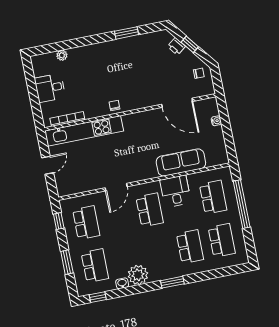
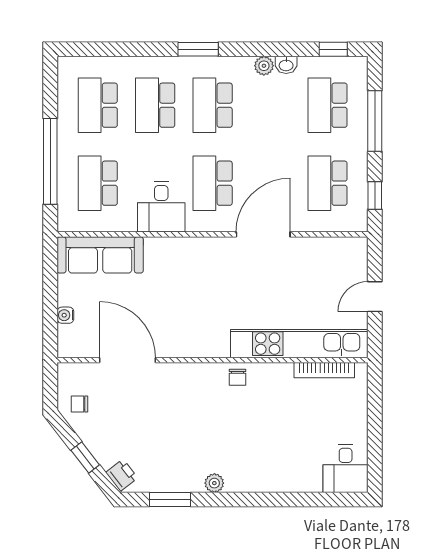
window: (127, 33) -> (170, 500), moved
printer: (176, 46) -> (122, 475), moved
plant: (62, 55) -> (214, 483), moved
desk: (50, 88) -> (346, 468), moved, turned 90
sofa: (181, 162) -> (100, 255), moved
door: (116, 187) -> (263, 234), width x1.36
school desk: (158, 253) -> (213, 105), added
window: (67, 262) -> (375, 121), width x1.44
plant: (138, 275) -> (264, 66), width x0.53, depth x0.53

